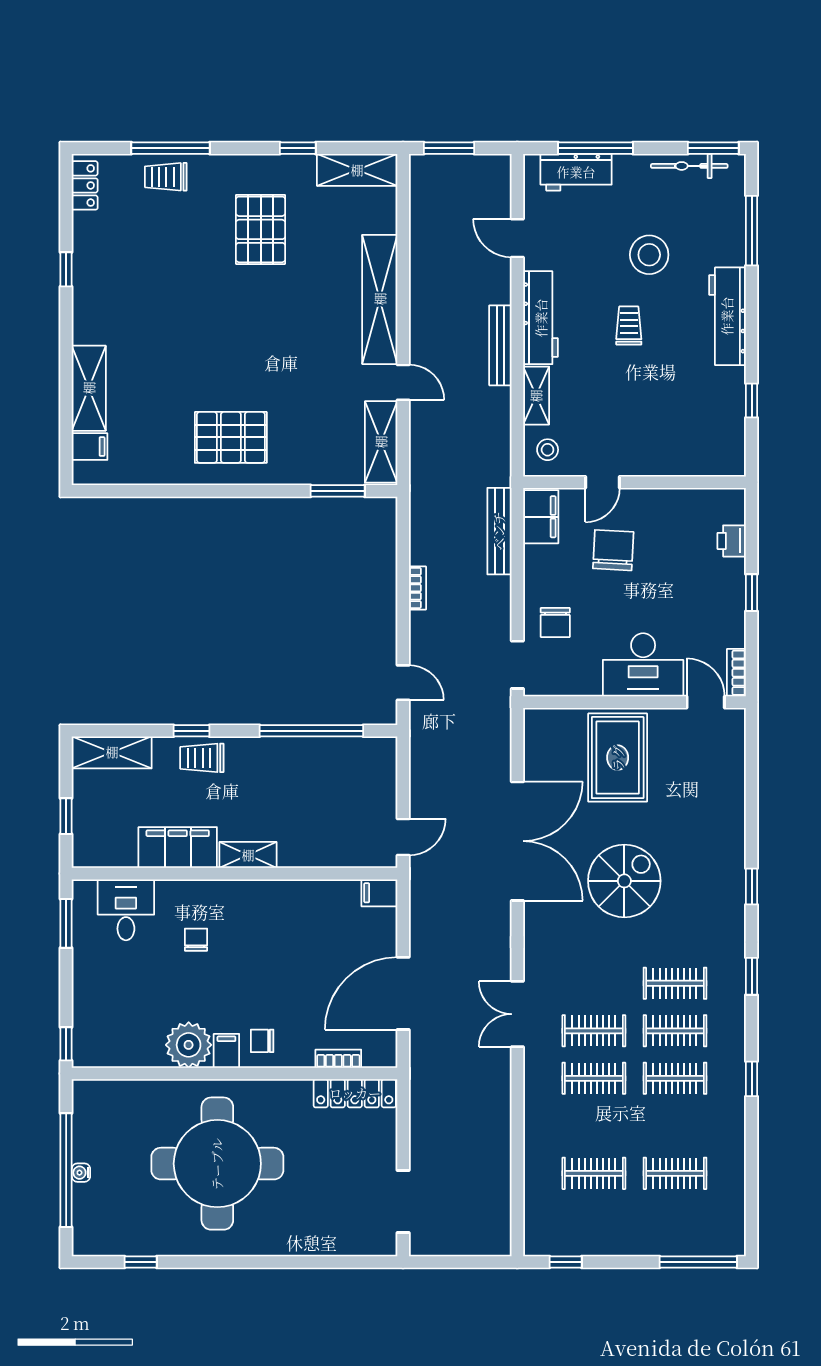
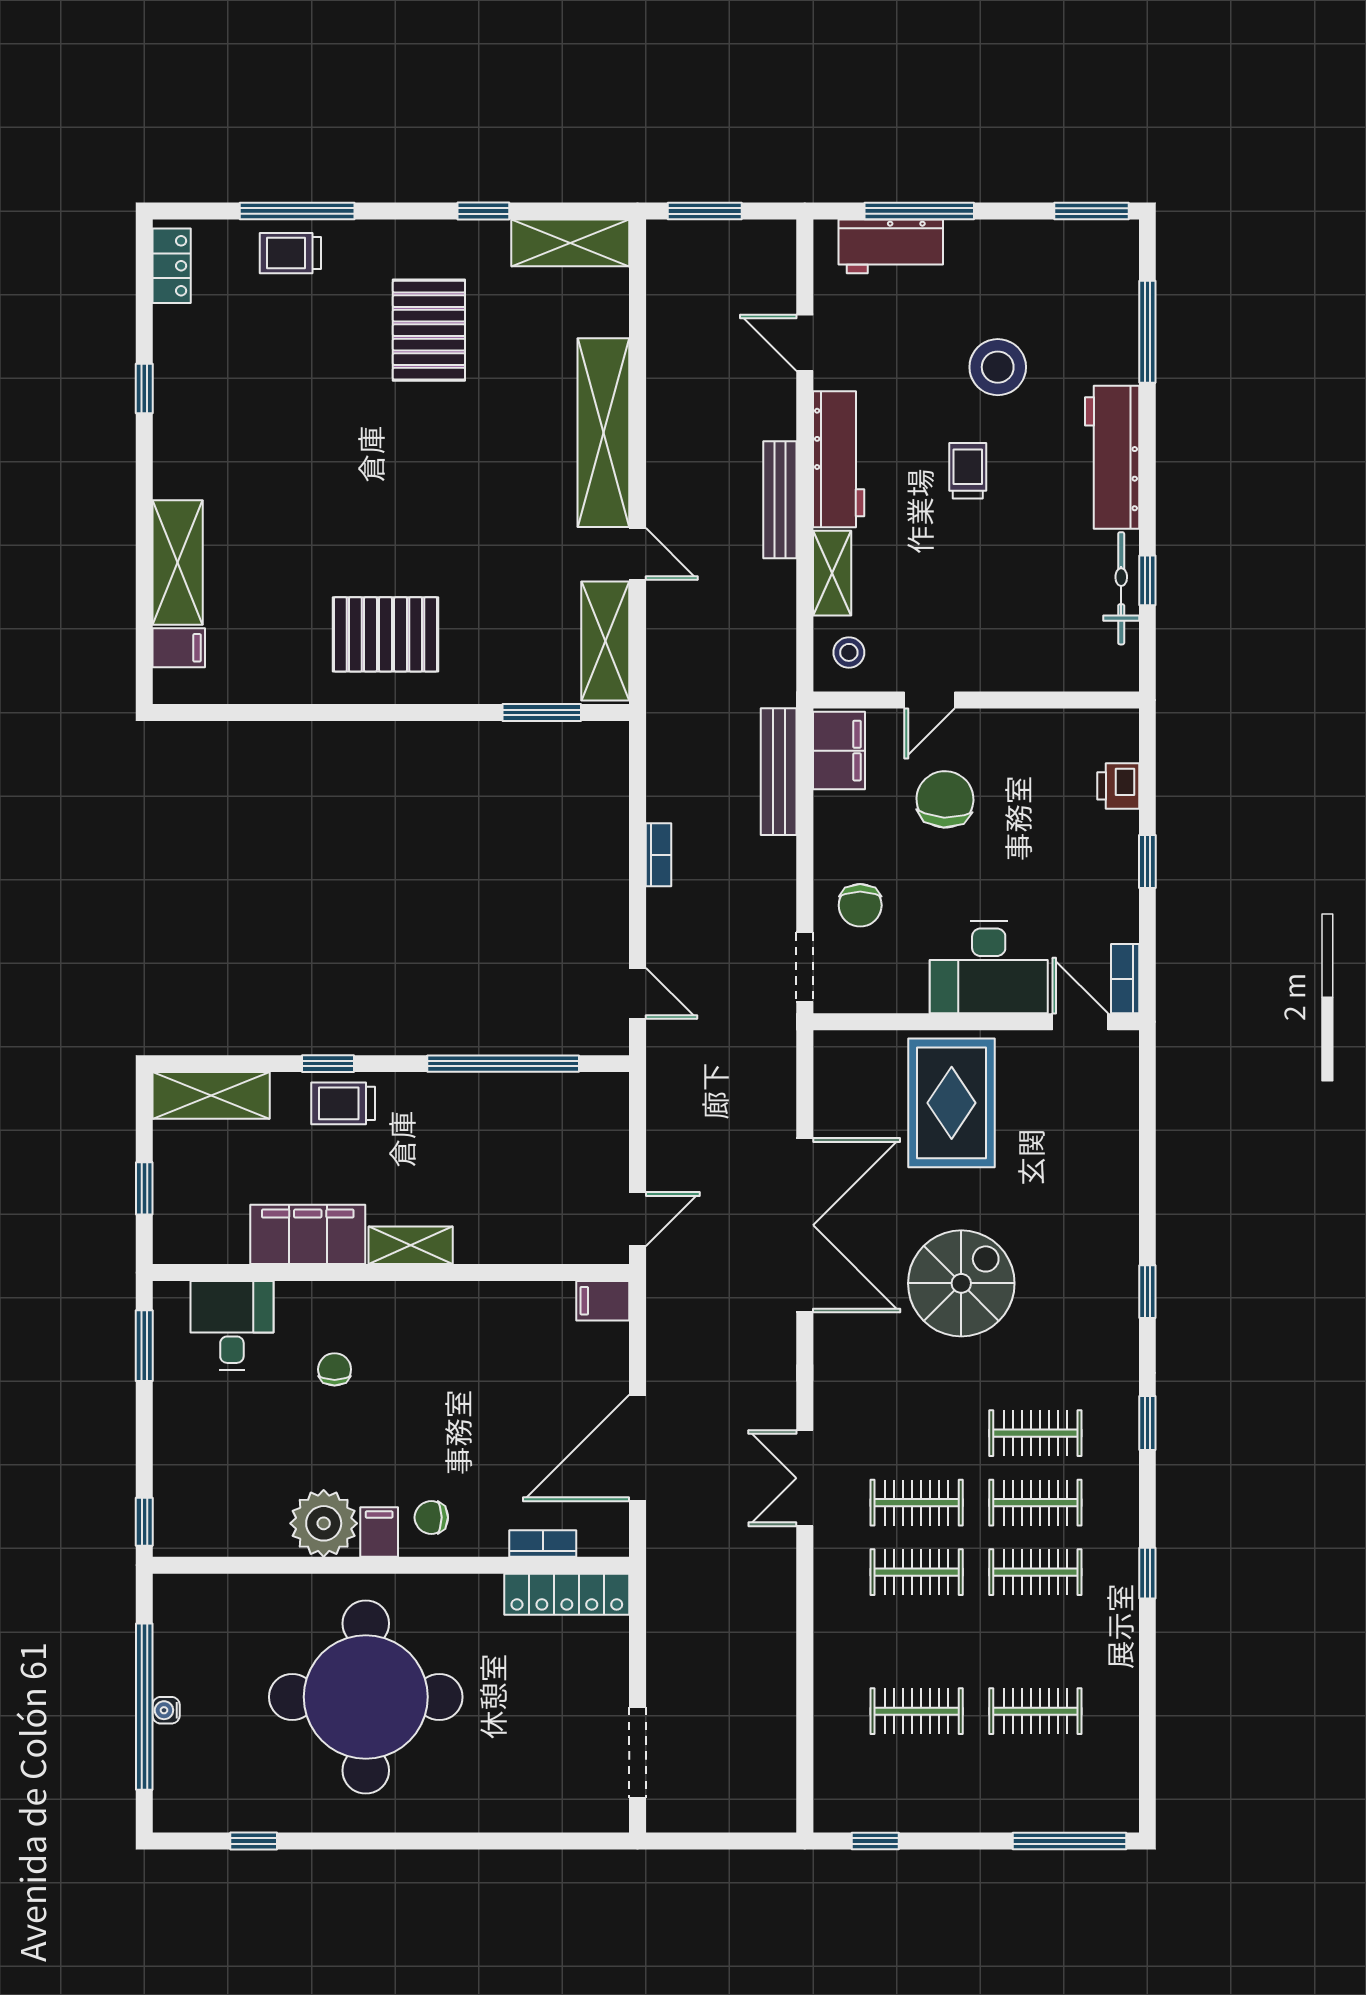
bicycle: (689, 166) -> (1121, 588), moved, turned 90

